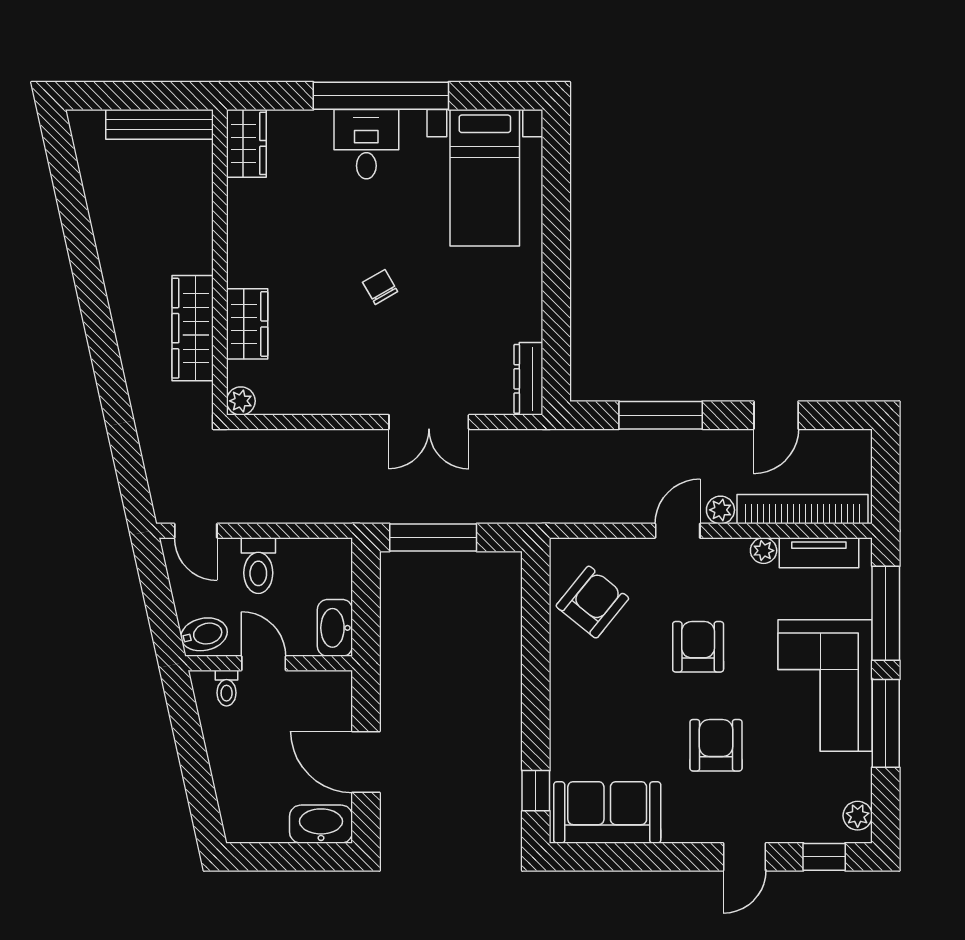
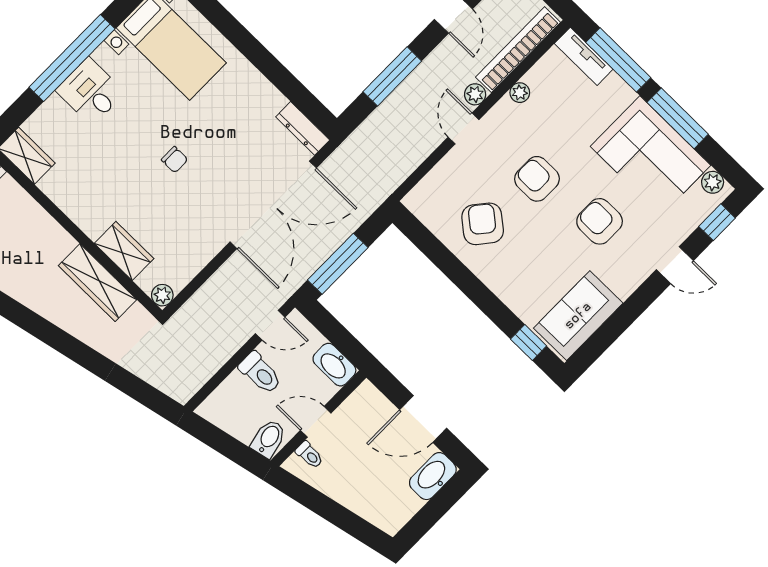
chair: (380, 287) -> (175, 160), turned -150
double door: (429, 422) -> (273, 205), width x1.87
door: (196, 531) -> (270, 325), moved
tv unit: (819, 553) -> (584, 56), moved, turned 90
armchair: (592, 602) -> (483, 224), moved
corner sofa: (825, 685) -> (651, 156), moved
door: (744, 857) -> (675, 265), hinge flipped

